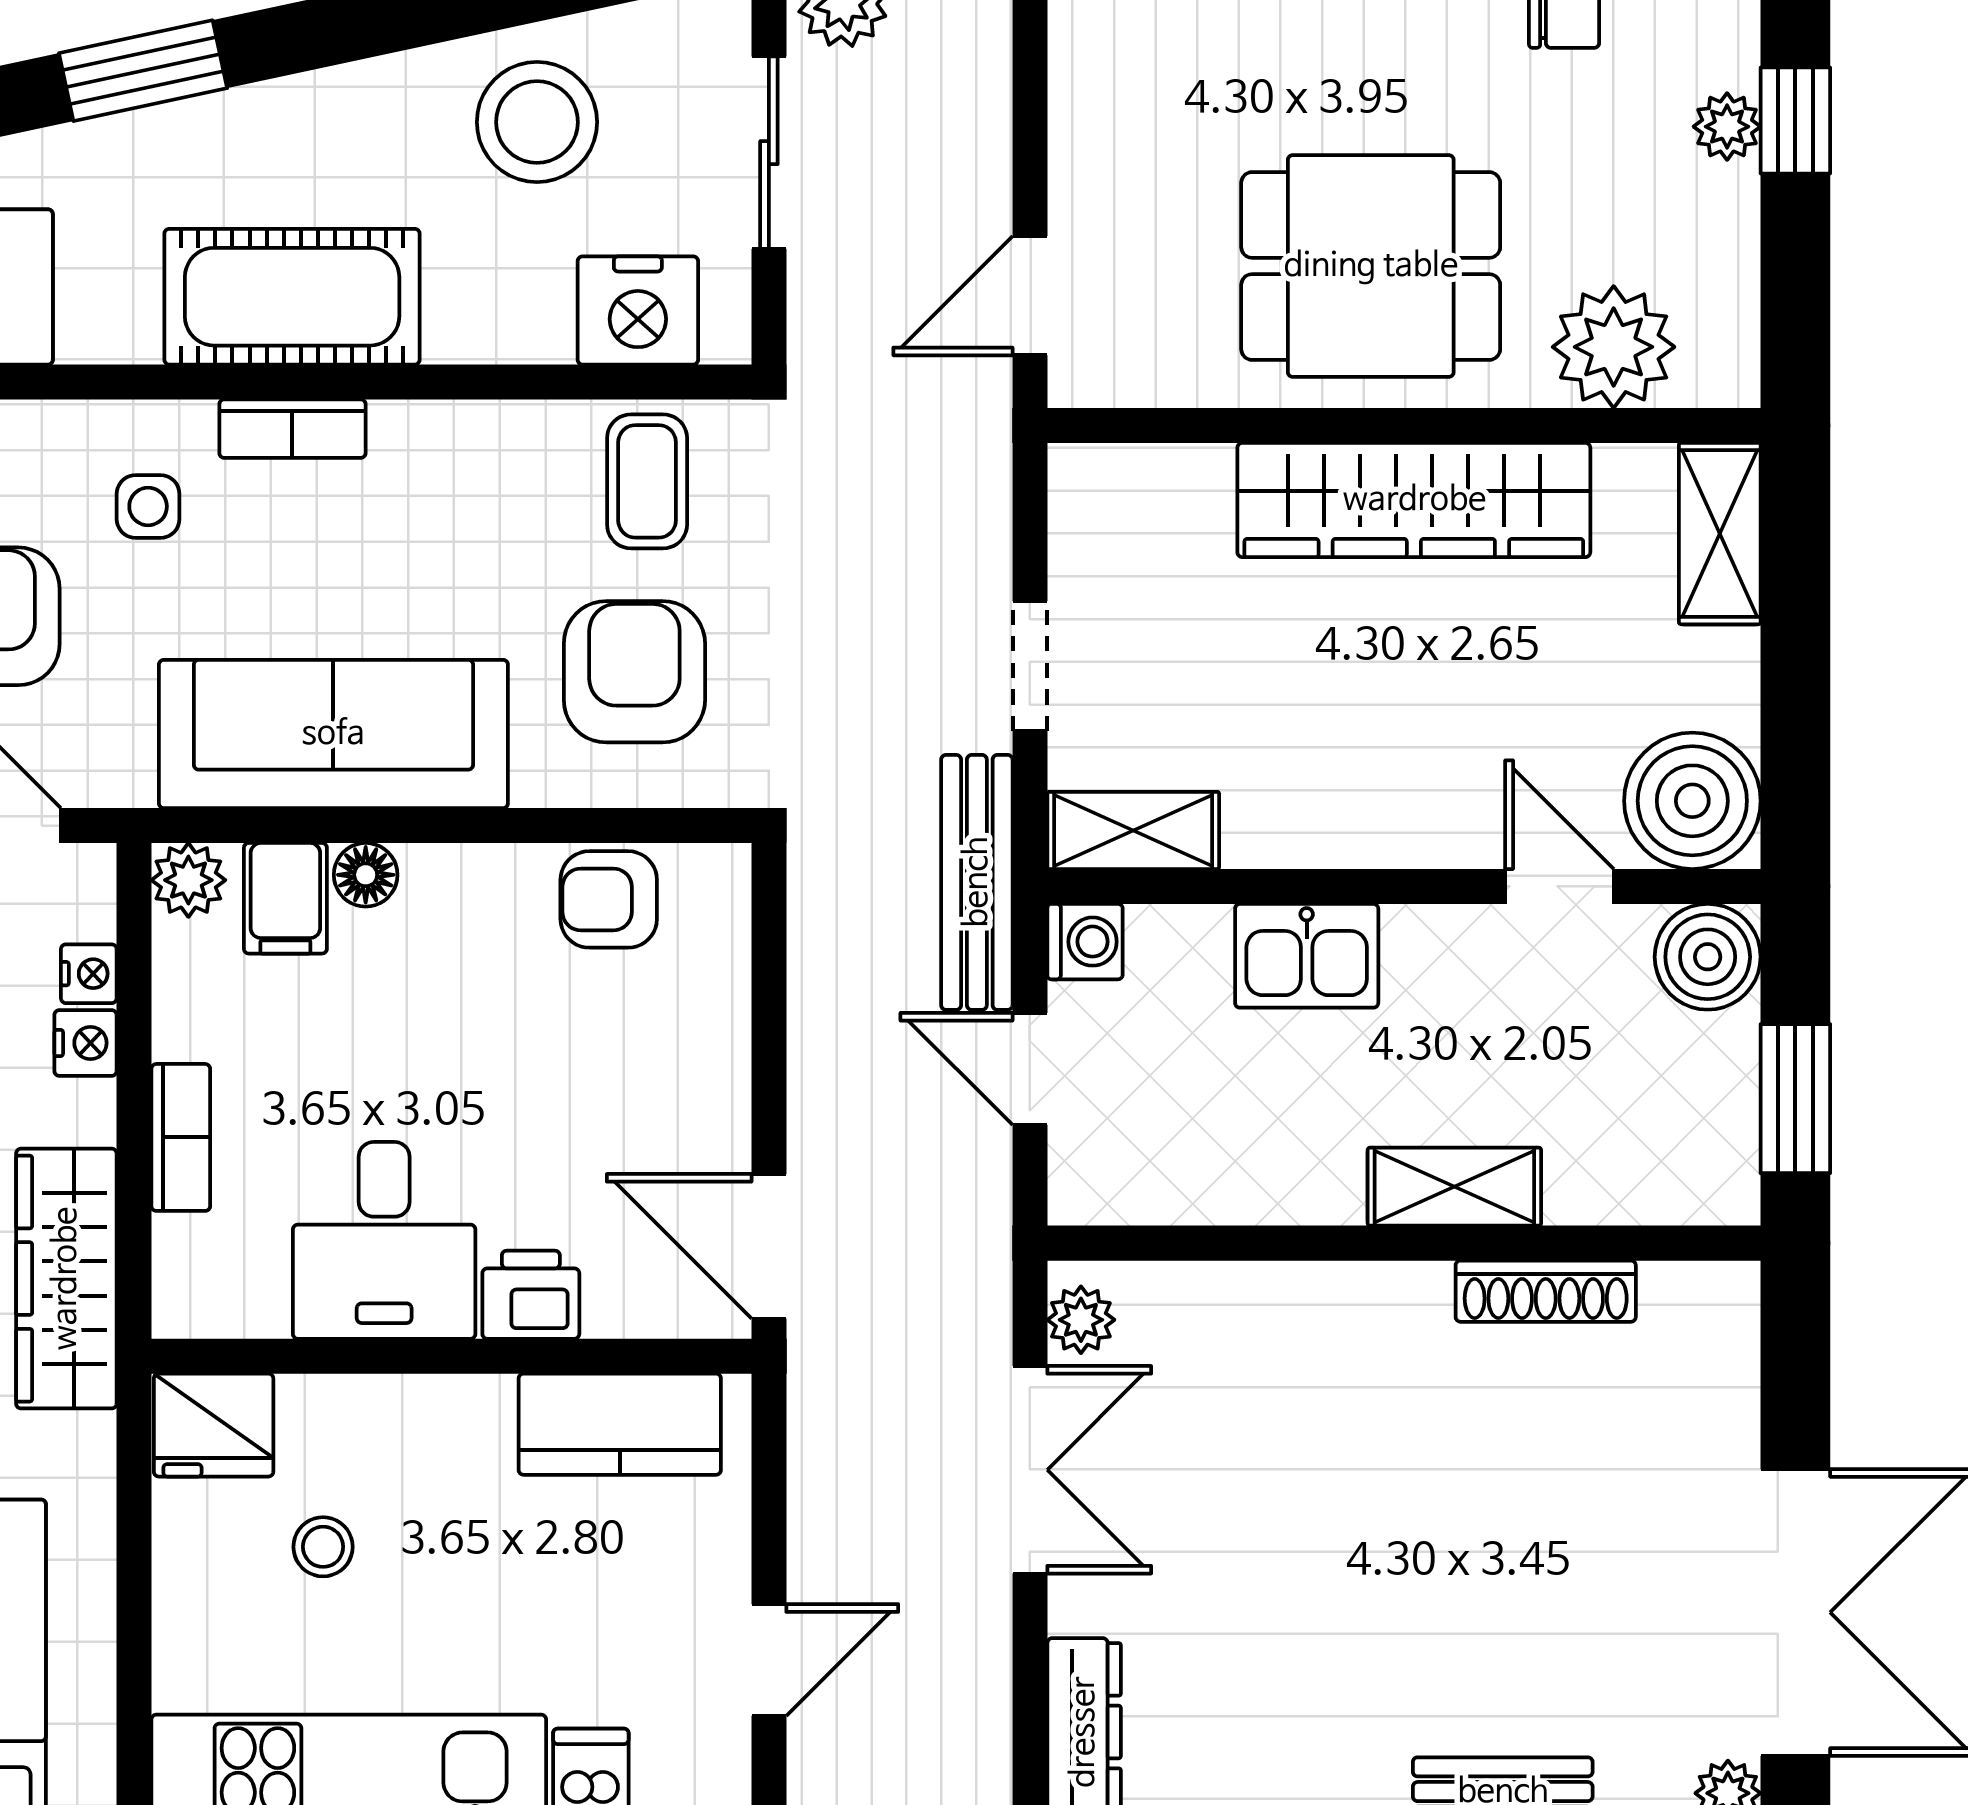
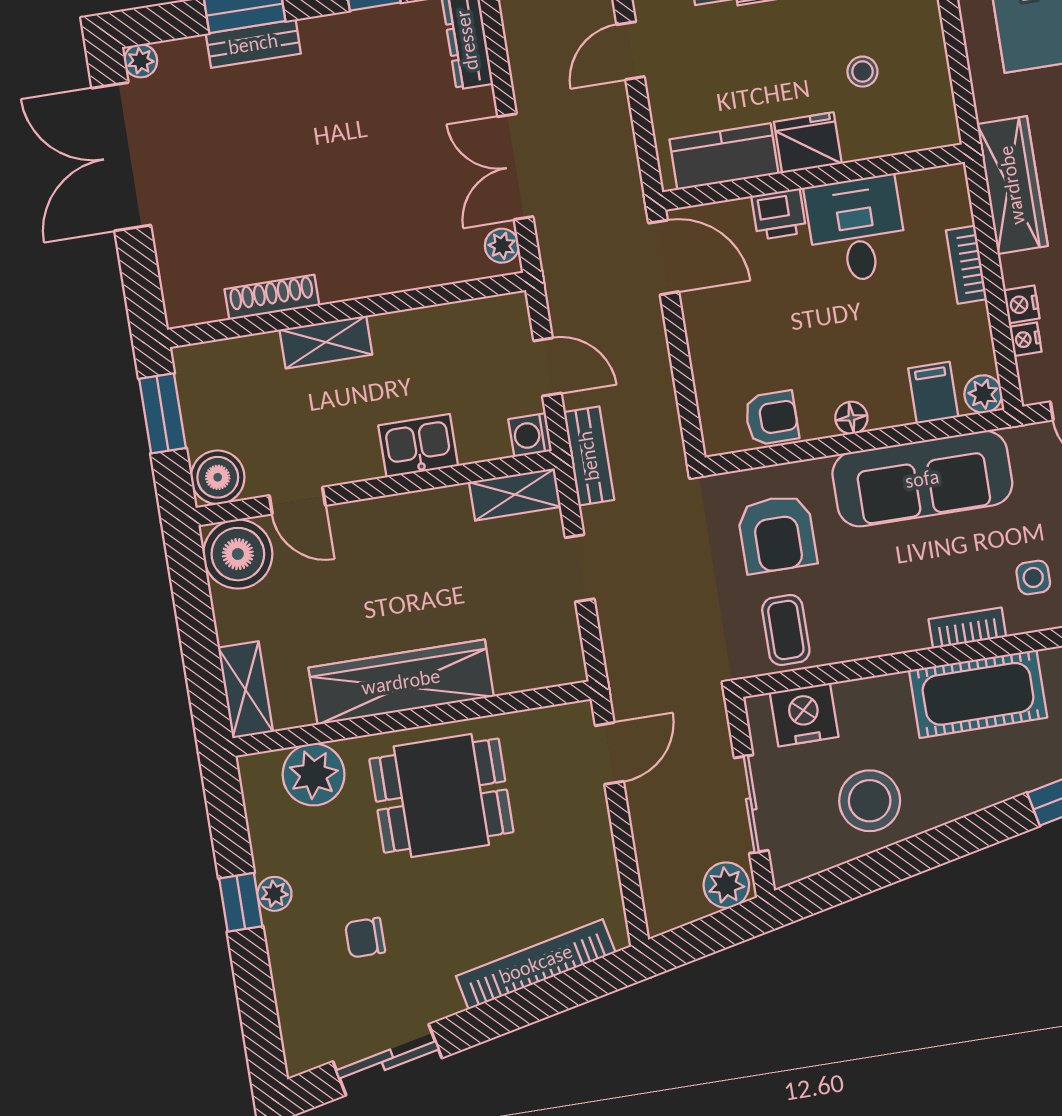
floor lamp: (366, 875) -> (851, 418), moved
bench: (977, 882) -> (589, 456), width x0.73
fridge: (214, 1425) -> (808, 143), moved

